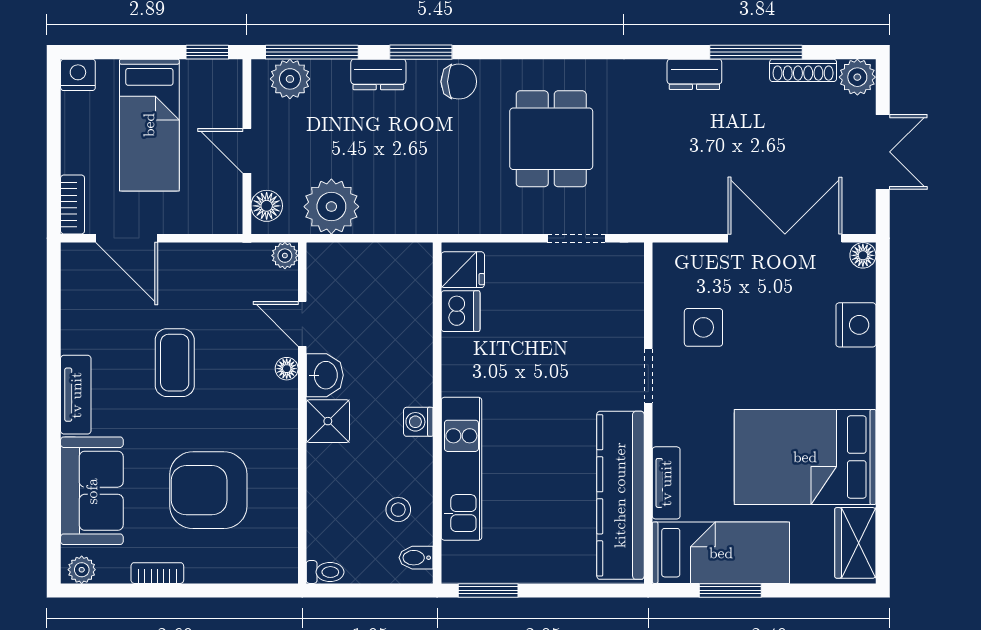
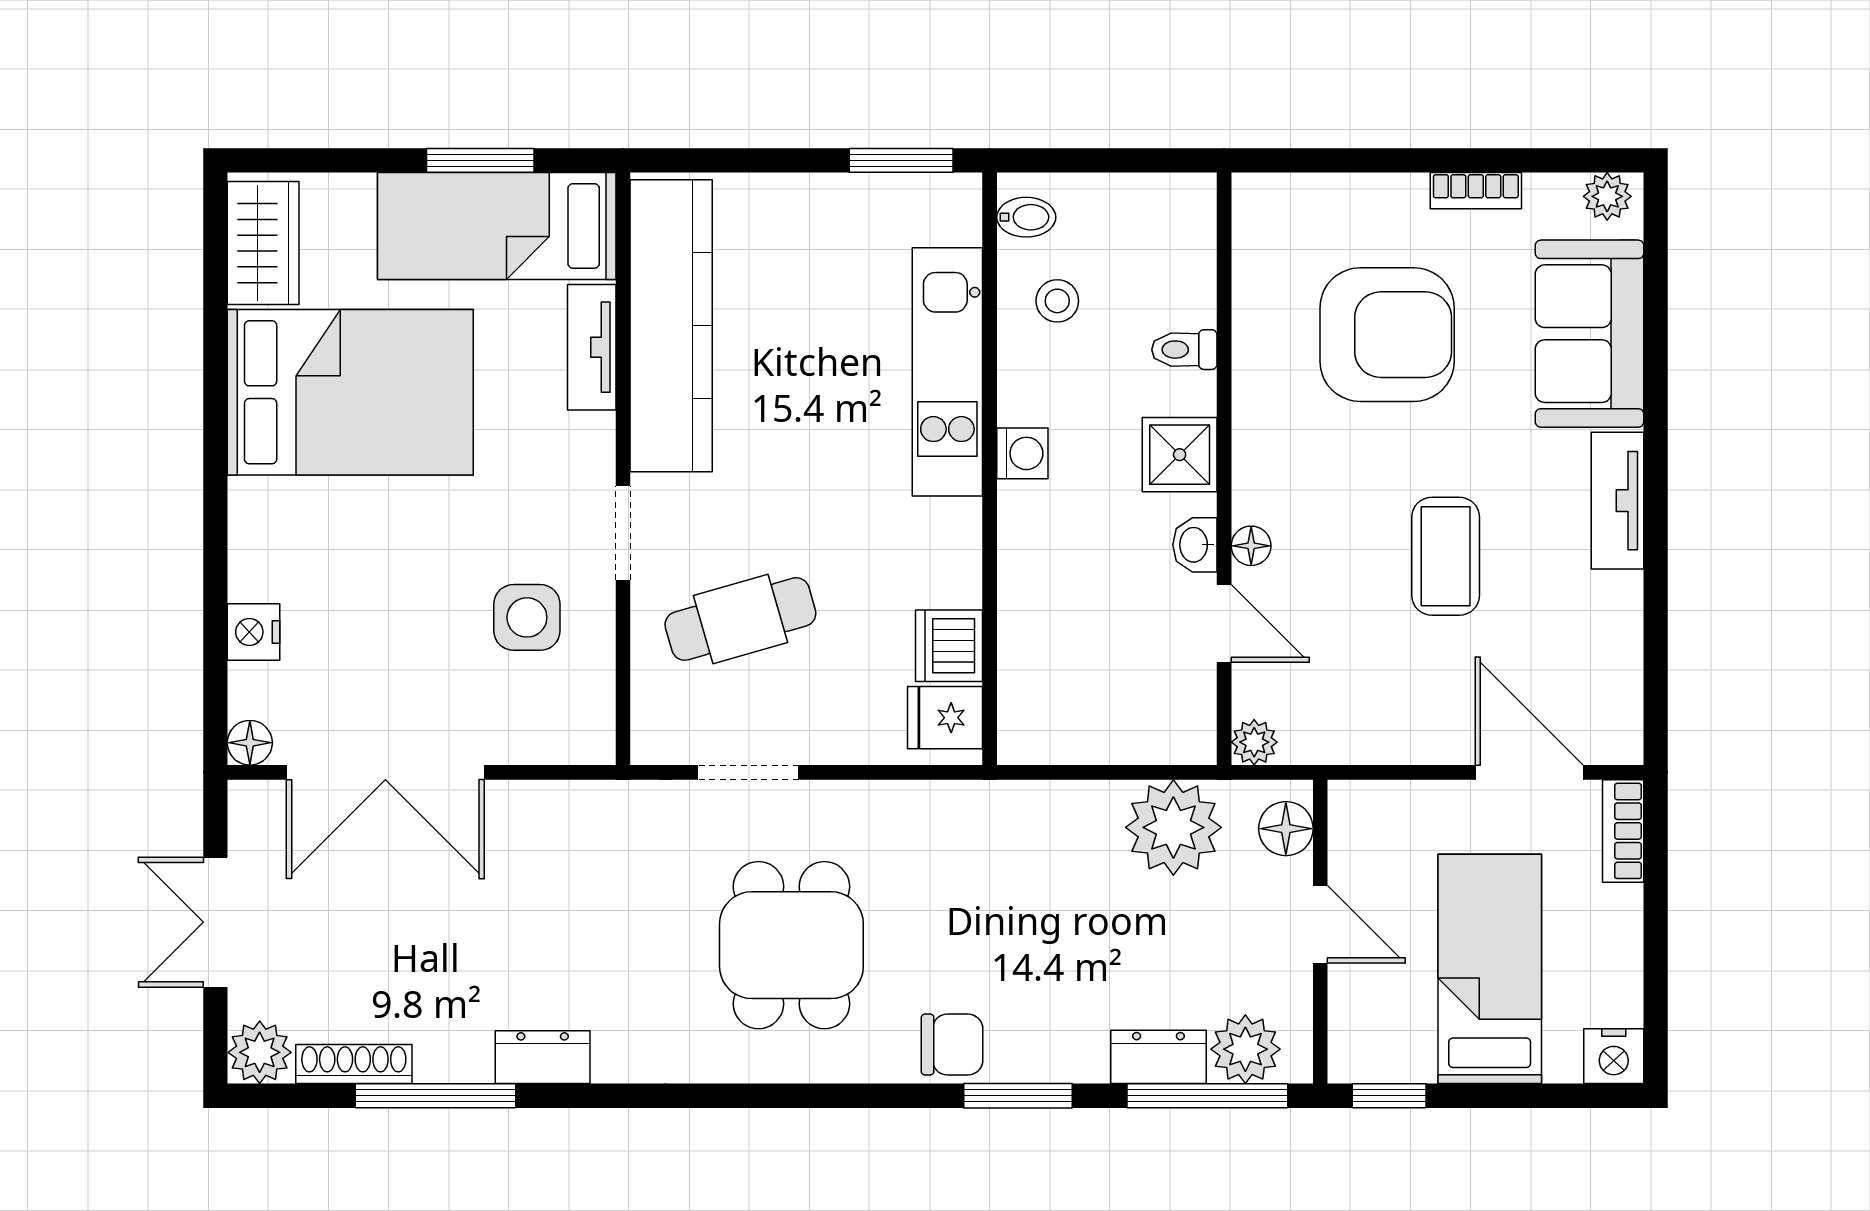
dresser: (378, 74) -> (1158, 1057), moved
chair: (459, 82) -> (952, 1045), turned 180
nightstand: (856, 325) -> (254, 632), width x0.74, depth x0.75
cafe table: (581, 326) -> (740, 619), added
washbasin: (325, 375) -> (1195, 545), width x0.72, depth x0.69
toilet: (325, 572) -> (1184, 350), moved

